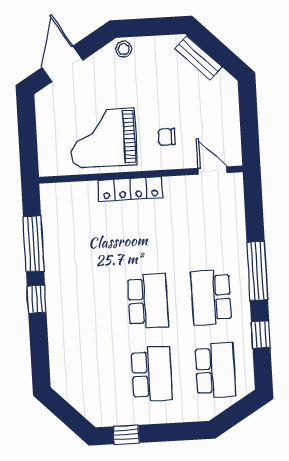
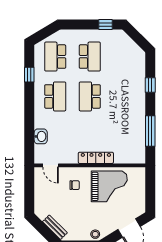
washbasin: (234, 223) -> (41, 136), added
window: (257, 271) -> (29, 109), removed
window: (37, 299) -> (150, 85), moved
school desk: (152, 374) -> (90, 57), turned 180

